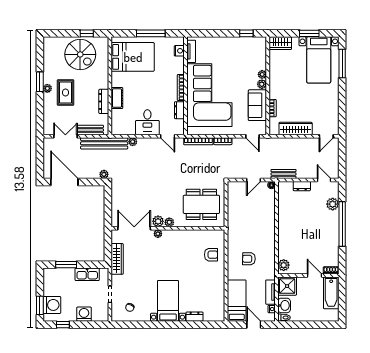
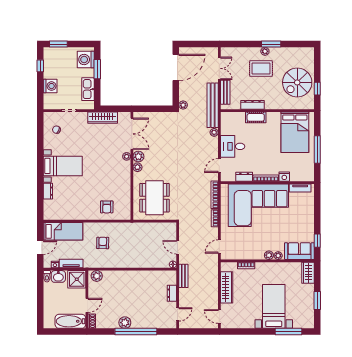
nightstand: (179, 51) -> (284, 177), moved
bed with nightstands: (319, 60) -> (274, 306), moved, turned 90
sofa: (257, 105) -> (299, 251), moved
plant: (333, 204) -> (125, 323), moved
washing machine: (52, 305) -> (86, 60), moved, turned 90

